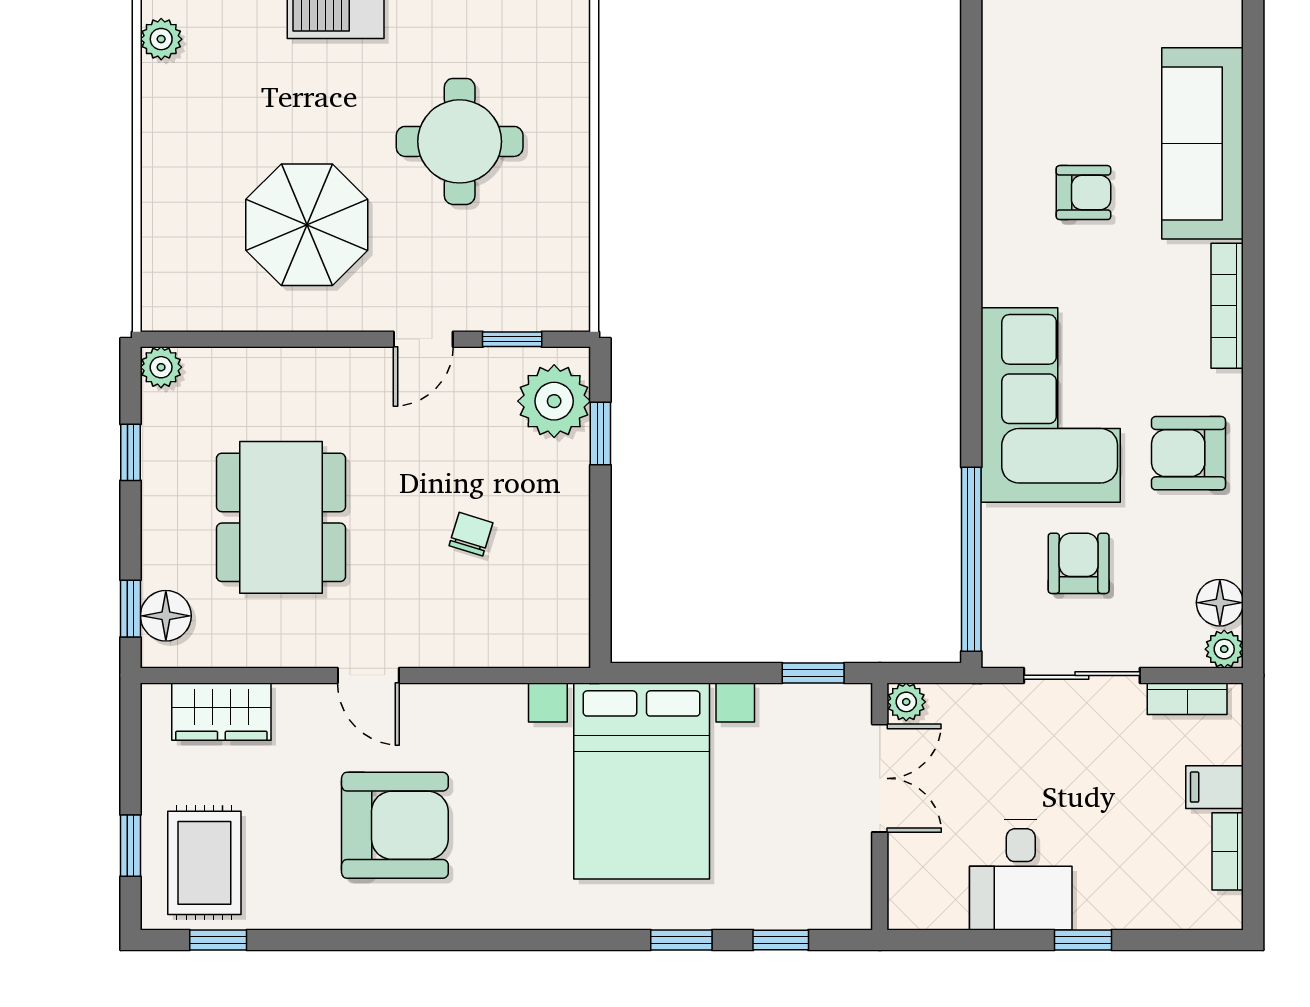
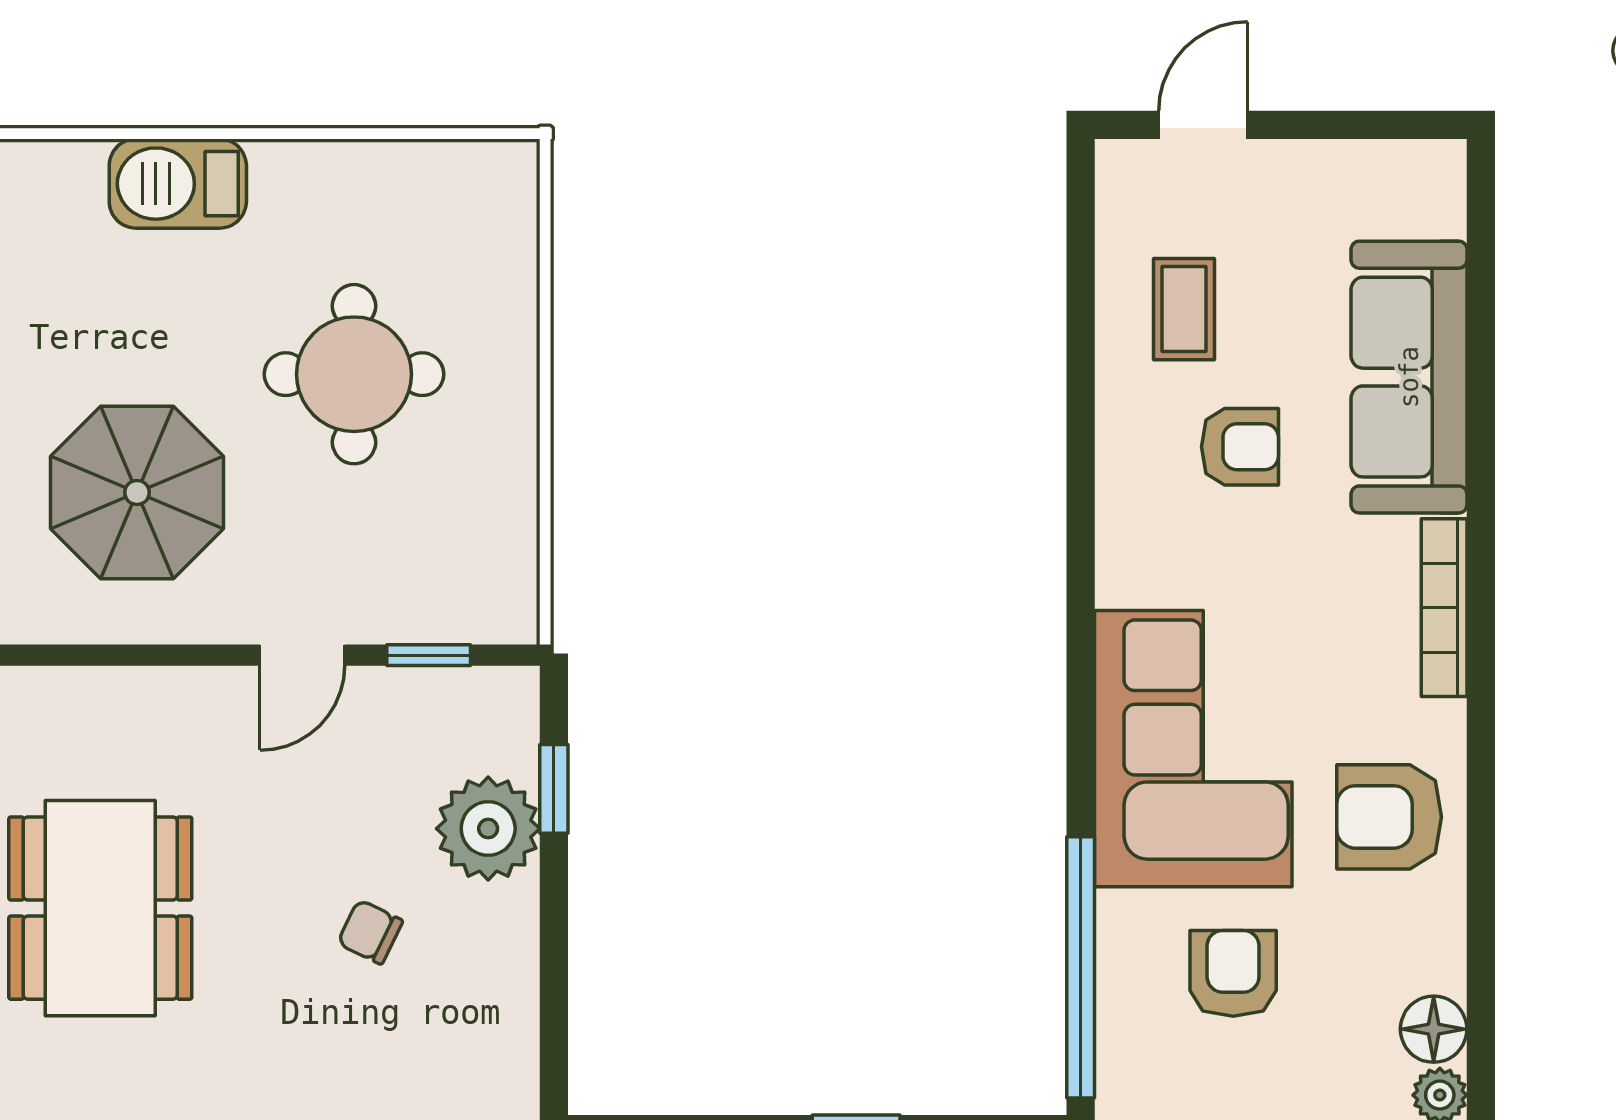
coffee table: (1044, 96) -> (1184, 309), added
plant: (554, 401) -> (488, 829), moved
chair: (471, 534) -> (370, 932), turned -81

